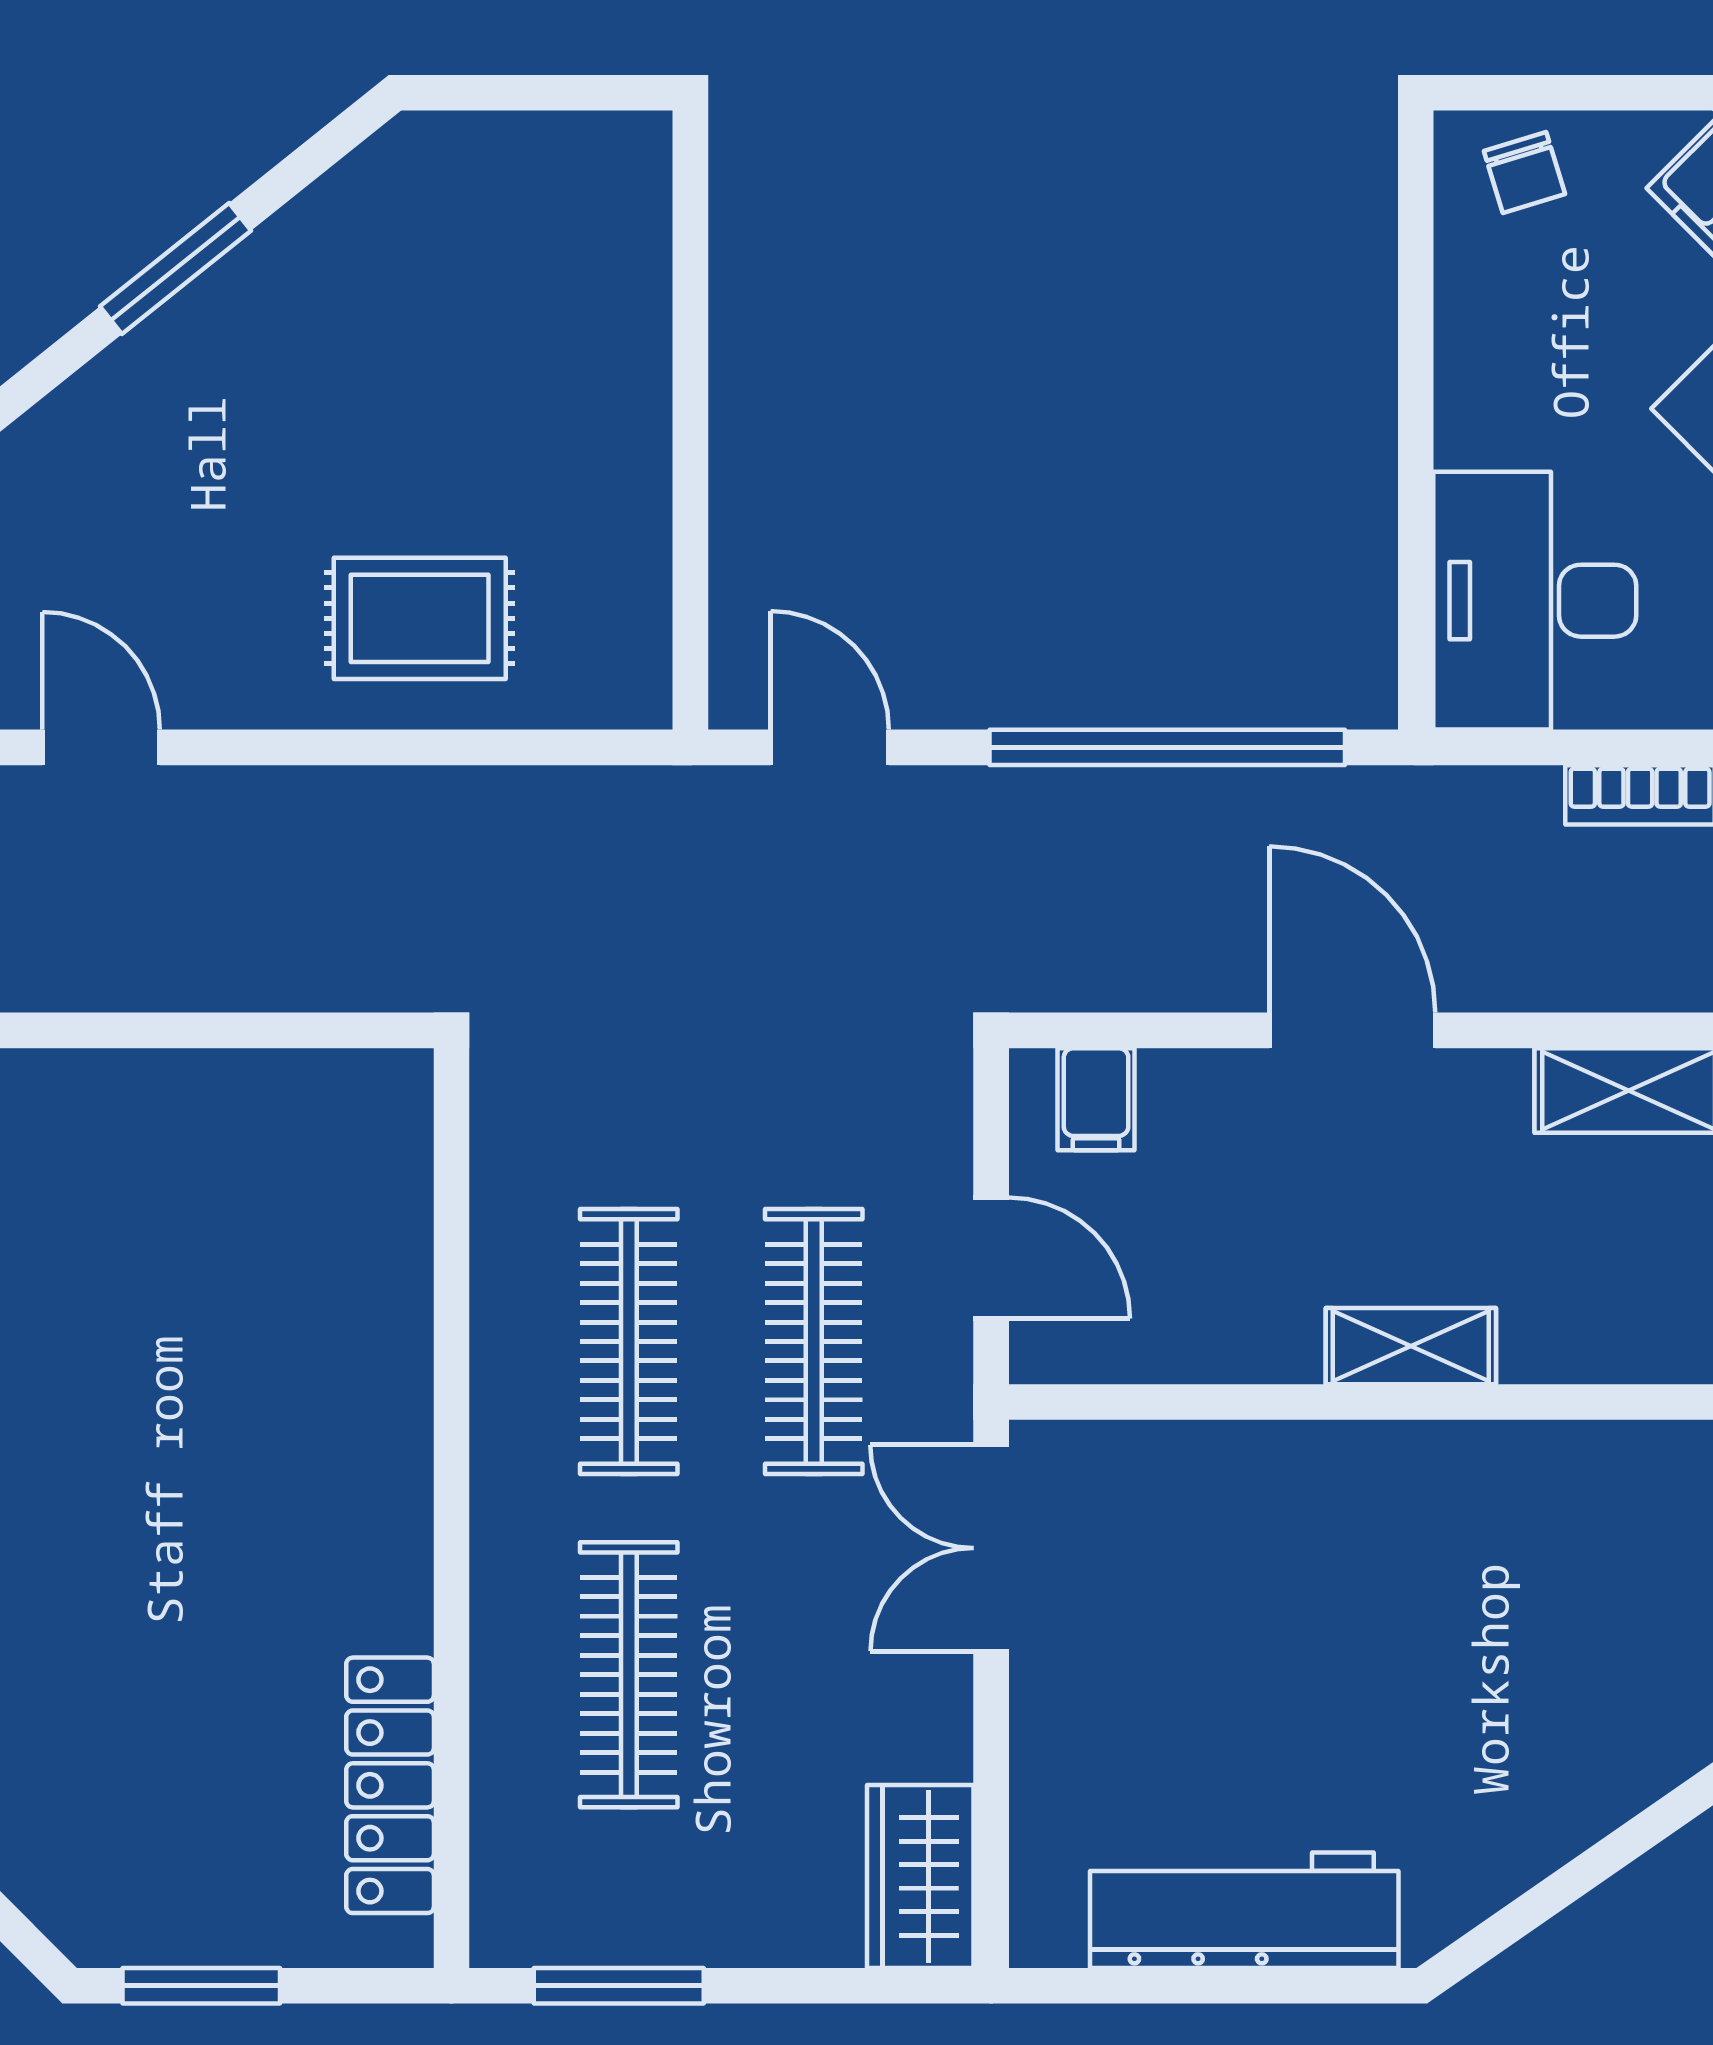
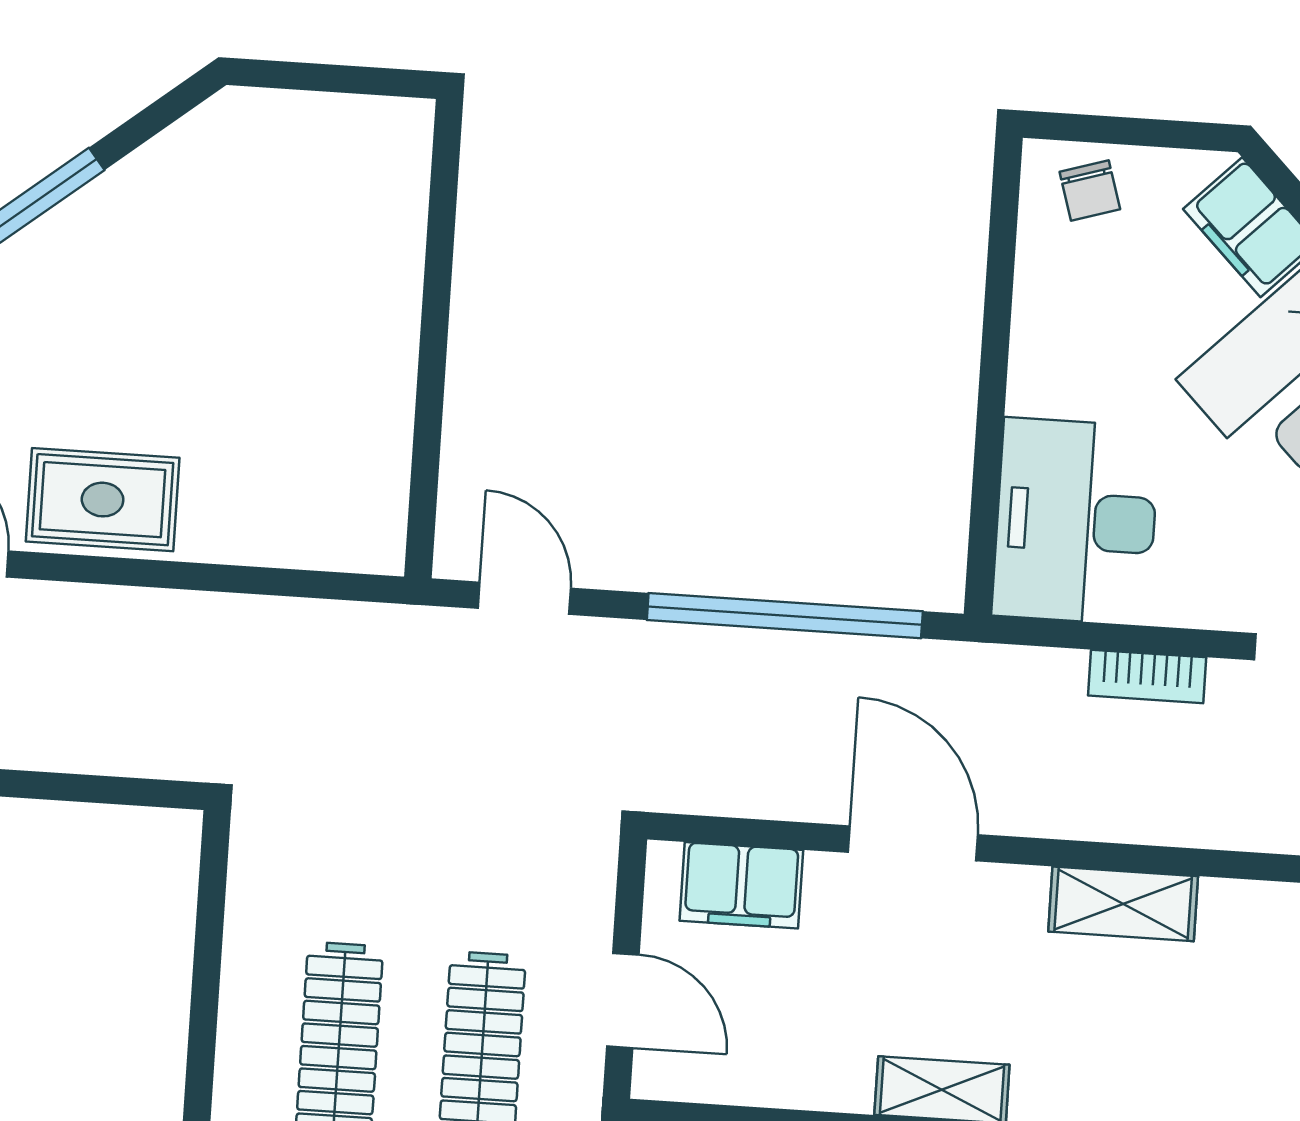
rug: (420, 618) -> (103, 500), moved
filing cabinet: (1096, 1099) -> (741, 885), width x2.00

